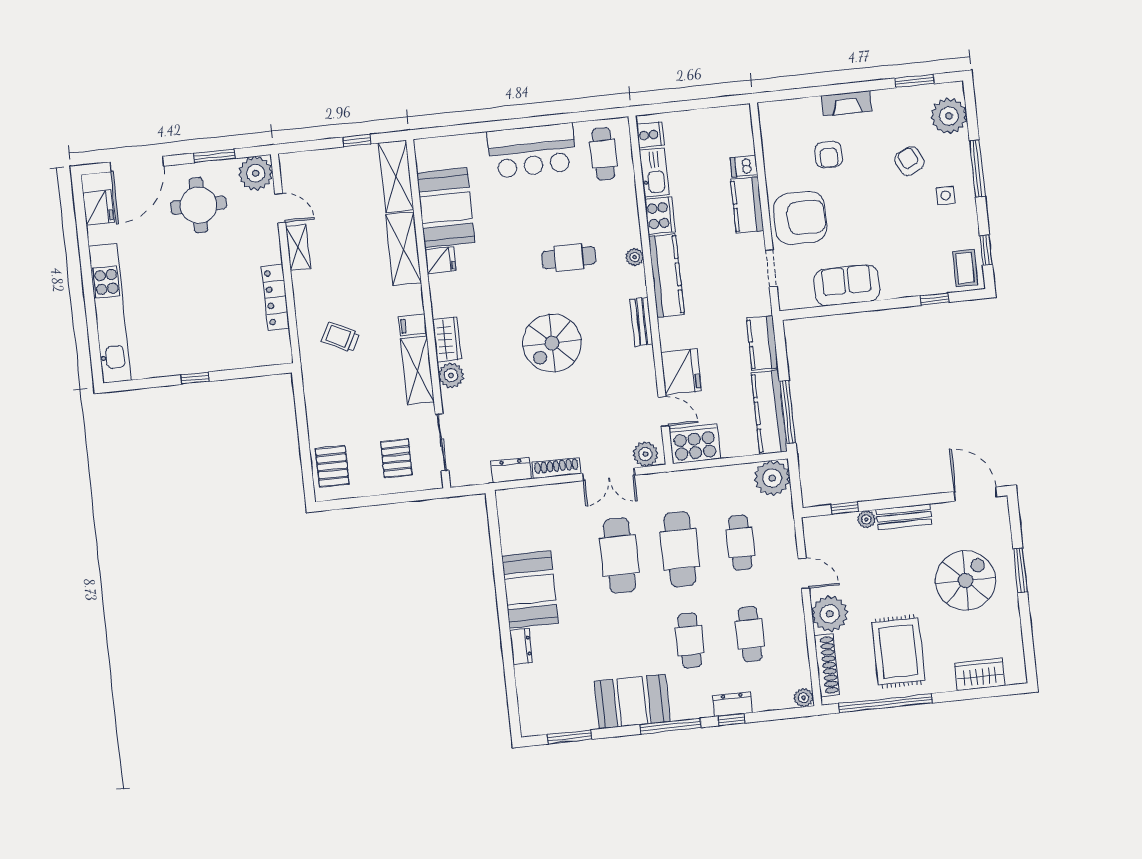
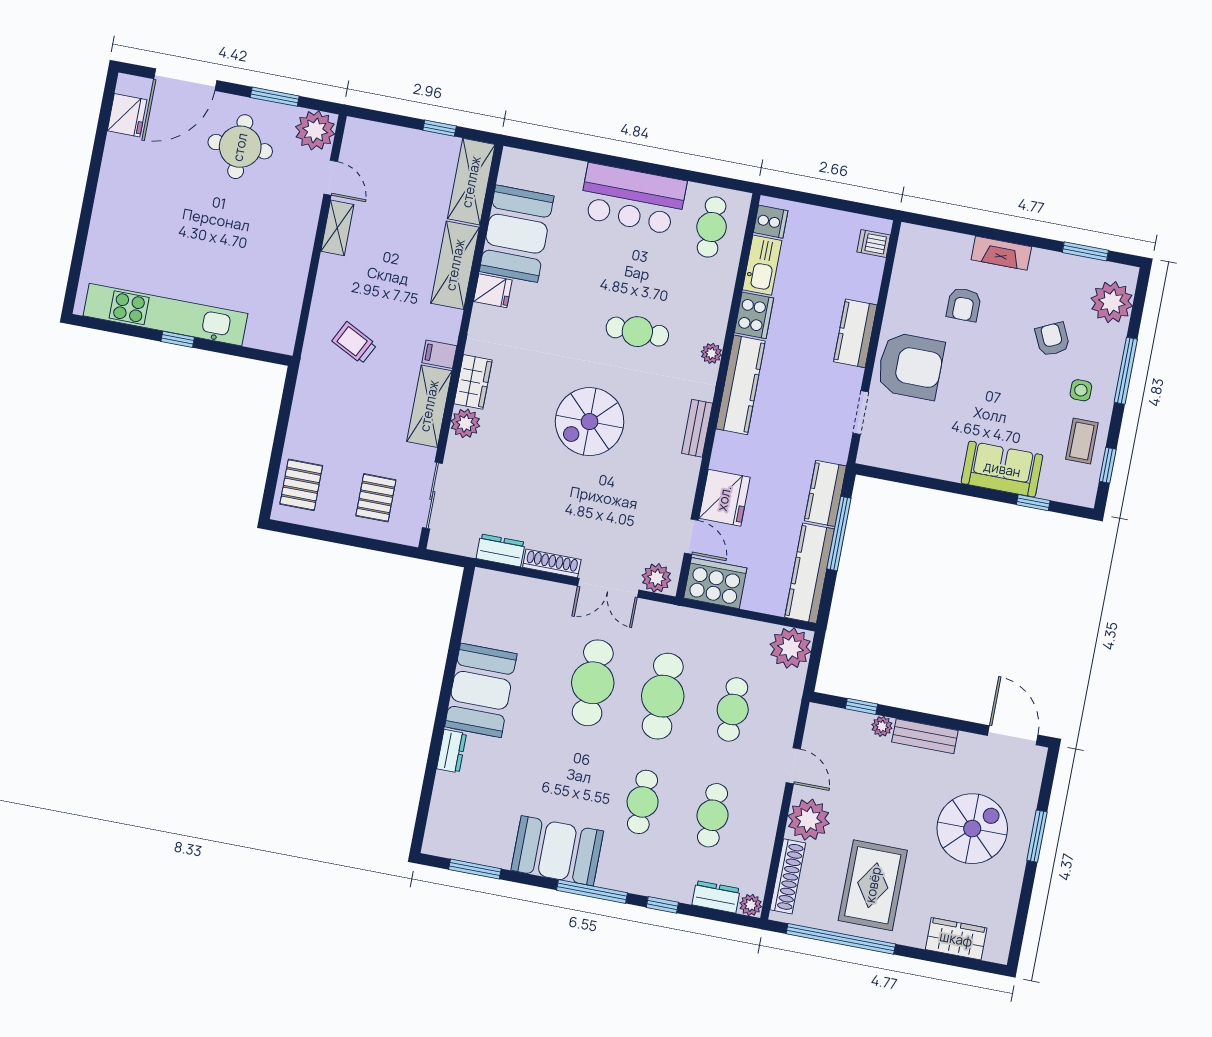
dishwasher: (744, 166) -> (874, 243), moved
coffee table: (965, 268) -> (1082, 441), moved
sofa: (847, 285) -> (1002, 469), moved
locker: (275, 297) -> (295, 276), removed
kitchen unit: (110, 313) -> (165, 315), moved, turned -90
window: (788, 412) -> (839, 534), moved
dresser: (733, 704) -> (716, 897), moved

